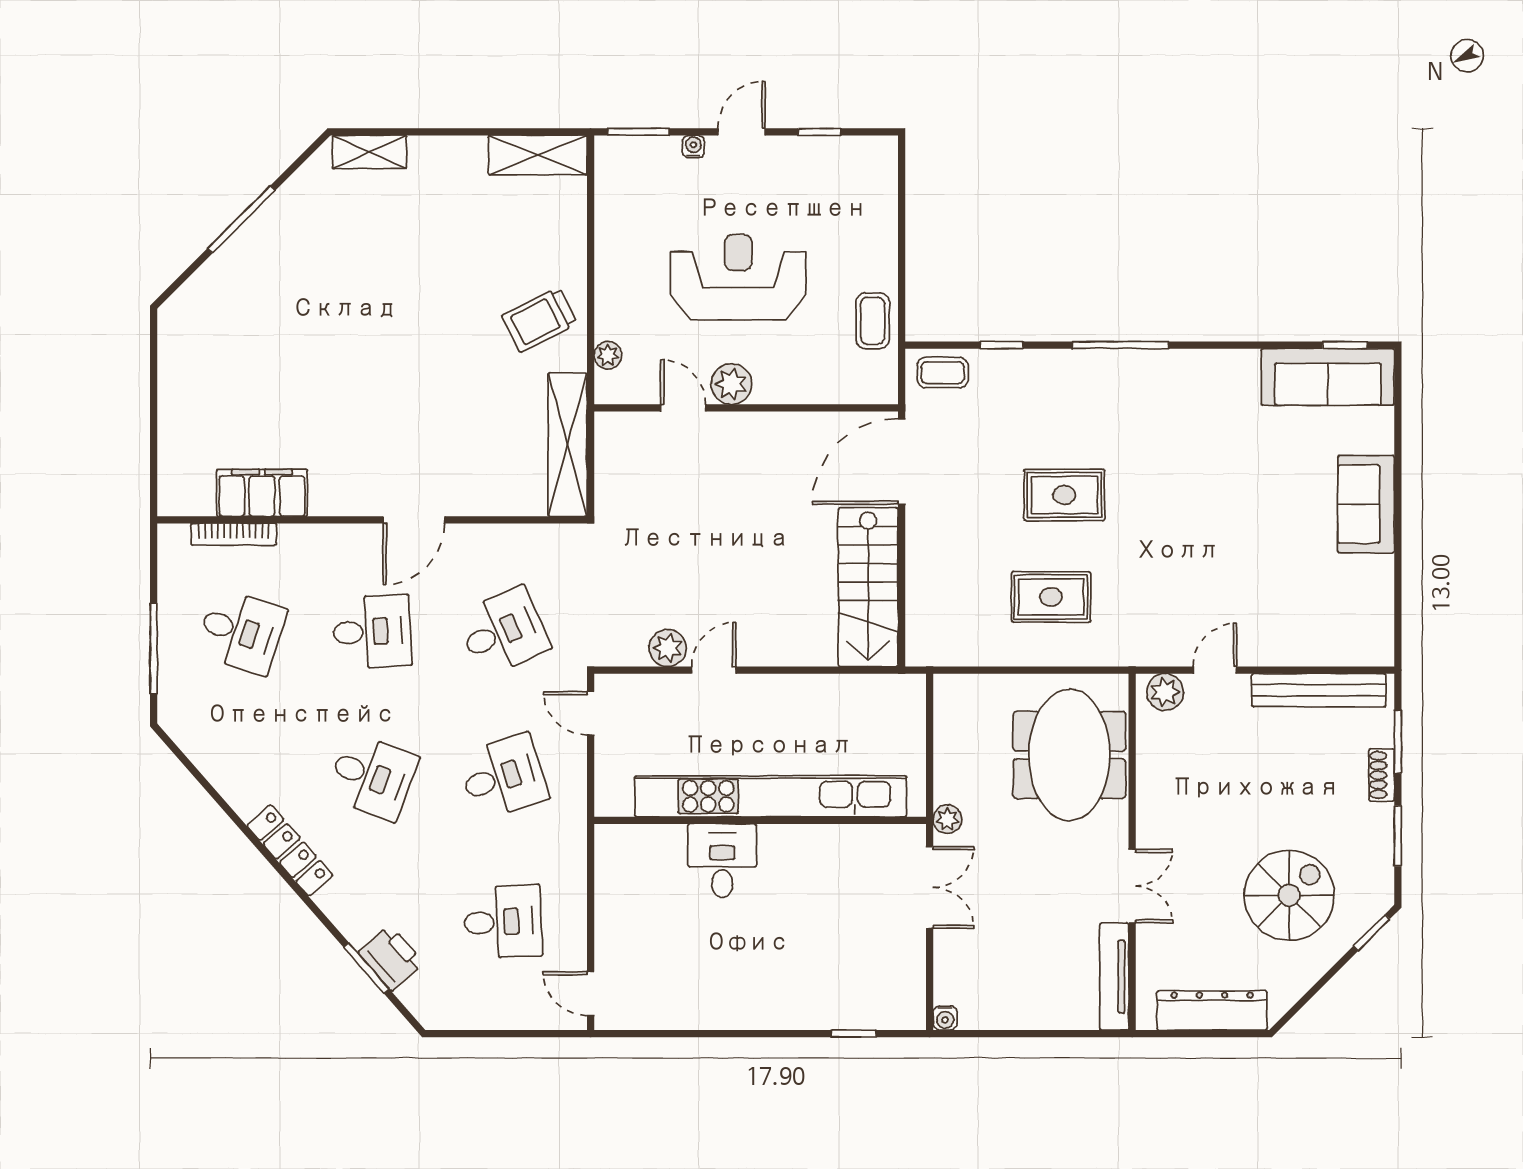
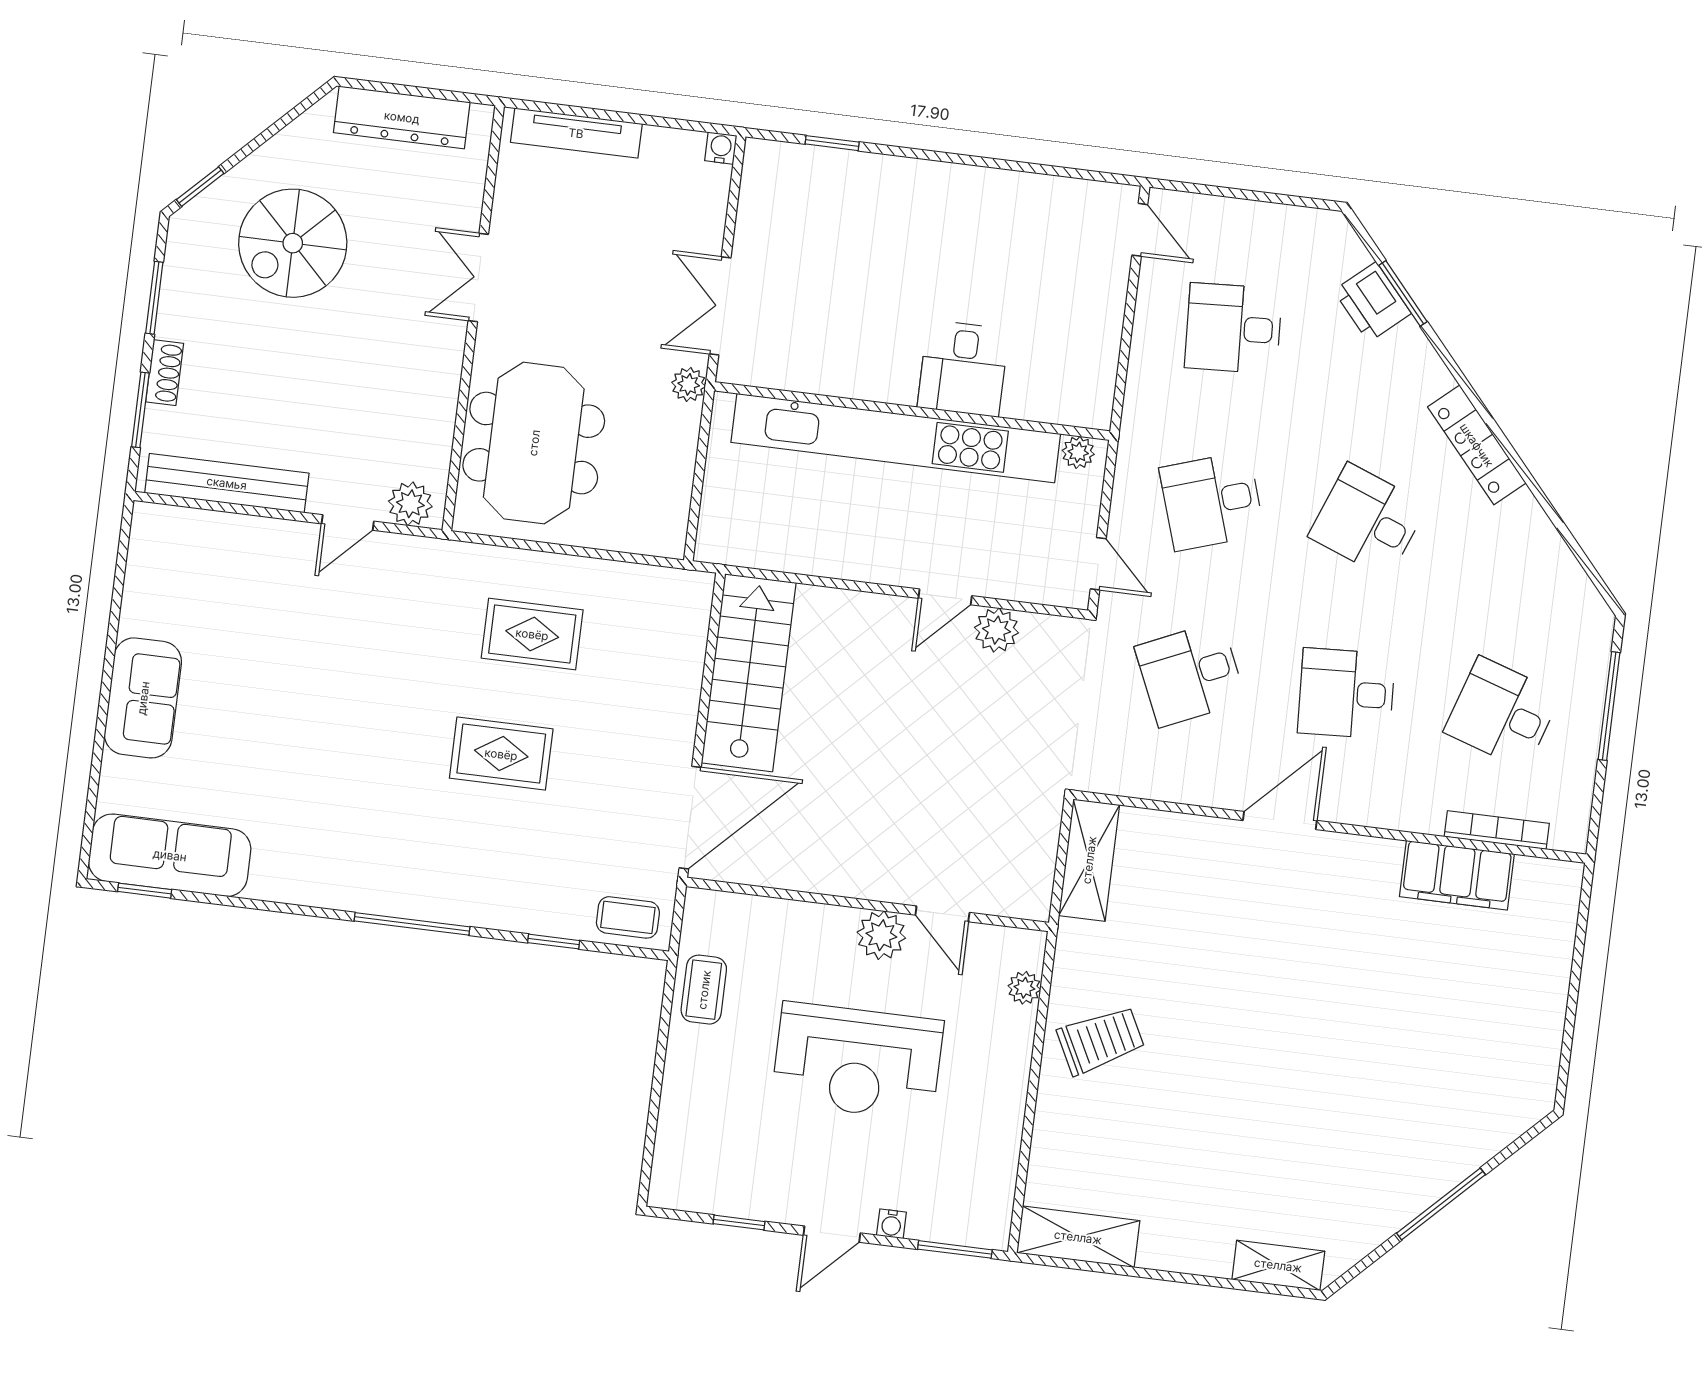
shelving: (567, 445) -> (1089, 860), width x0.68
plant: (618, 803) -> (1078, 452), added
tv unit: (1114, 977) -> (576, 133), moved, turned 90

